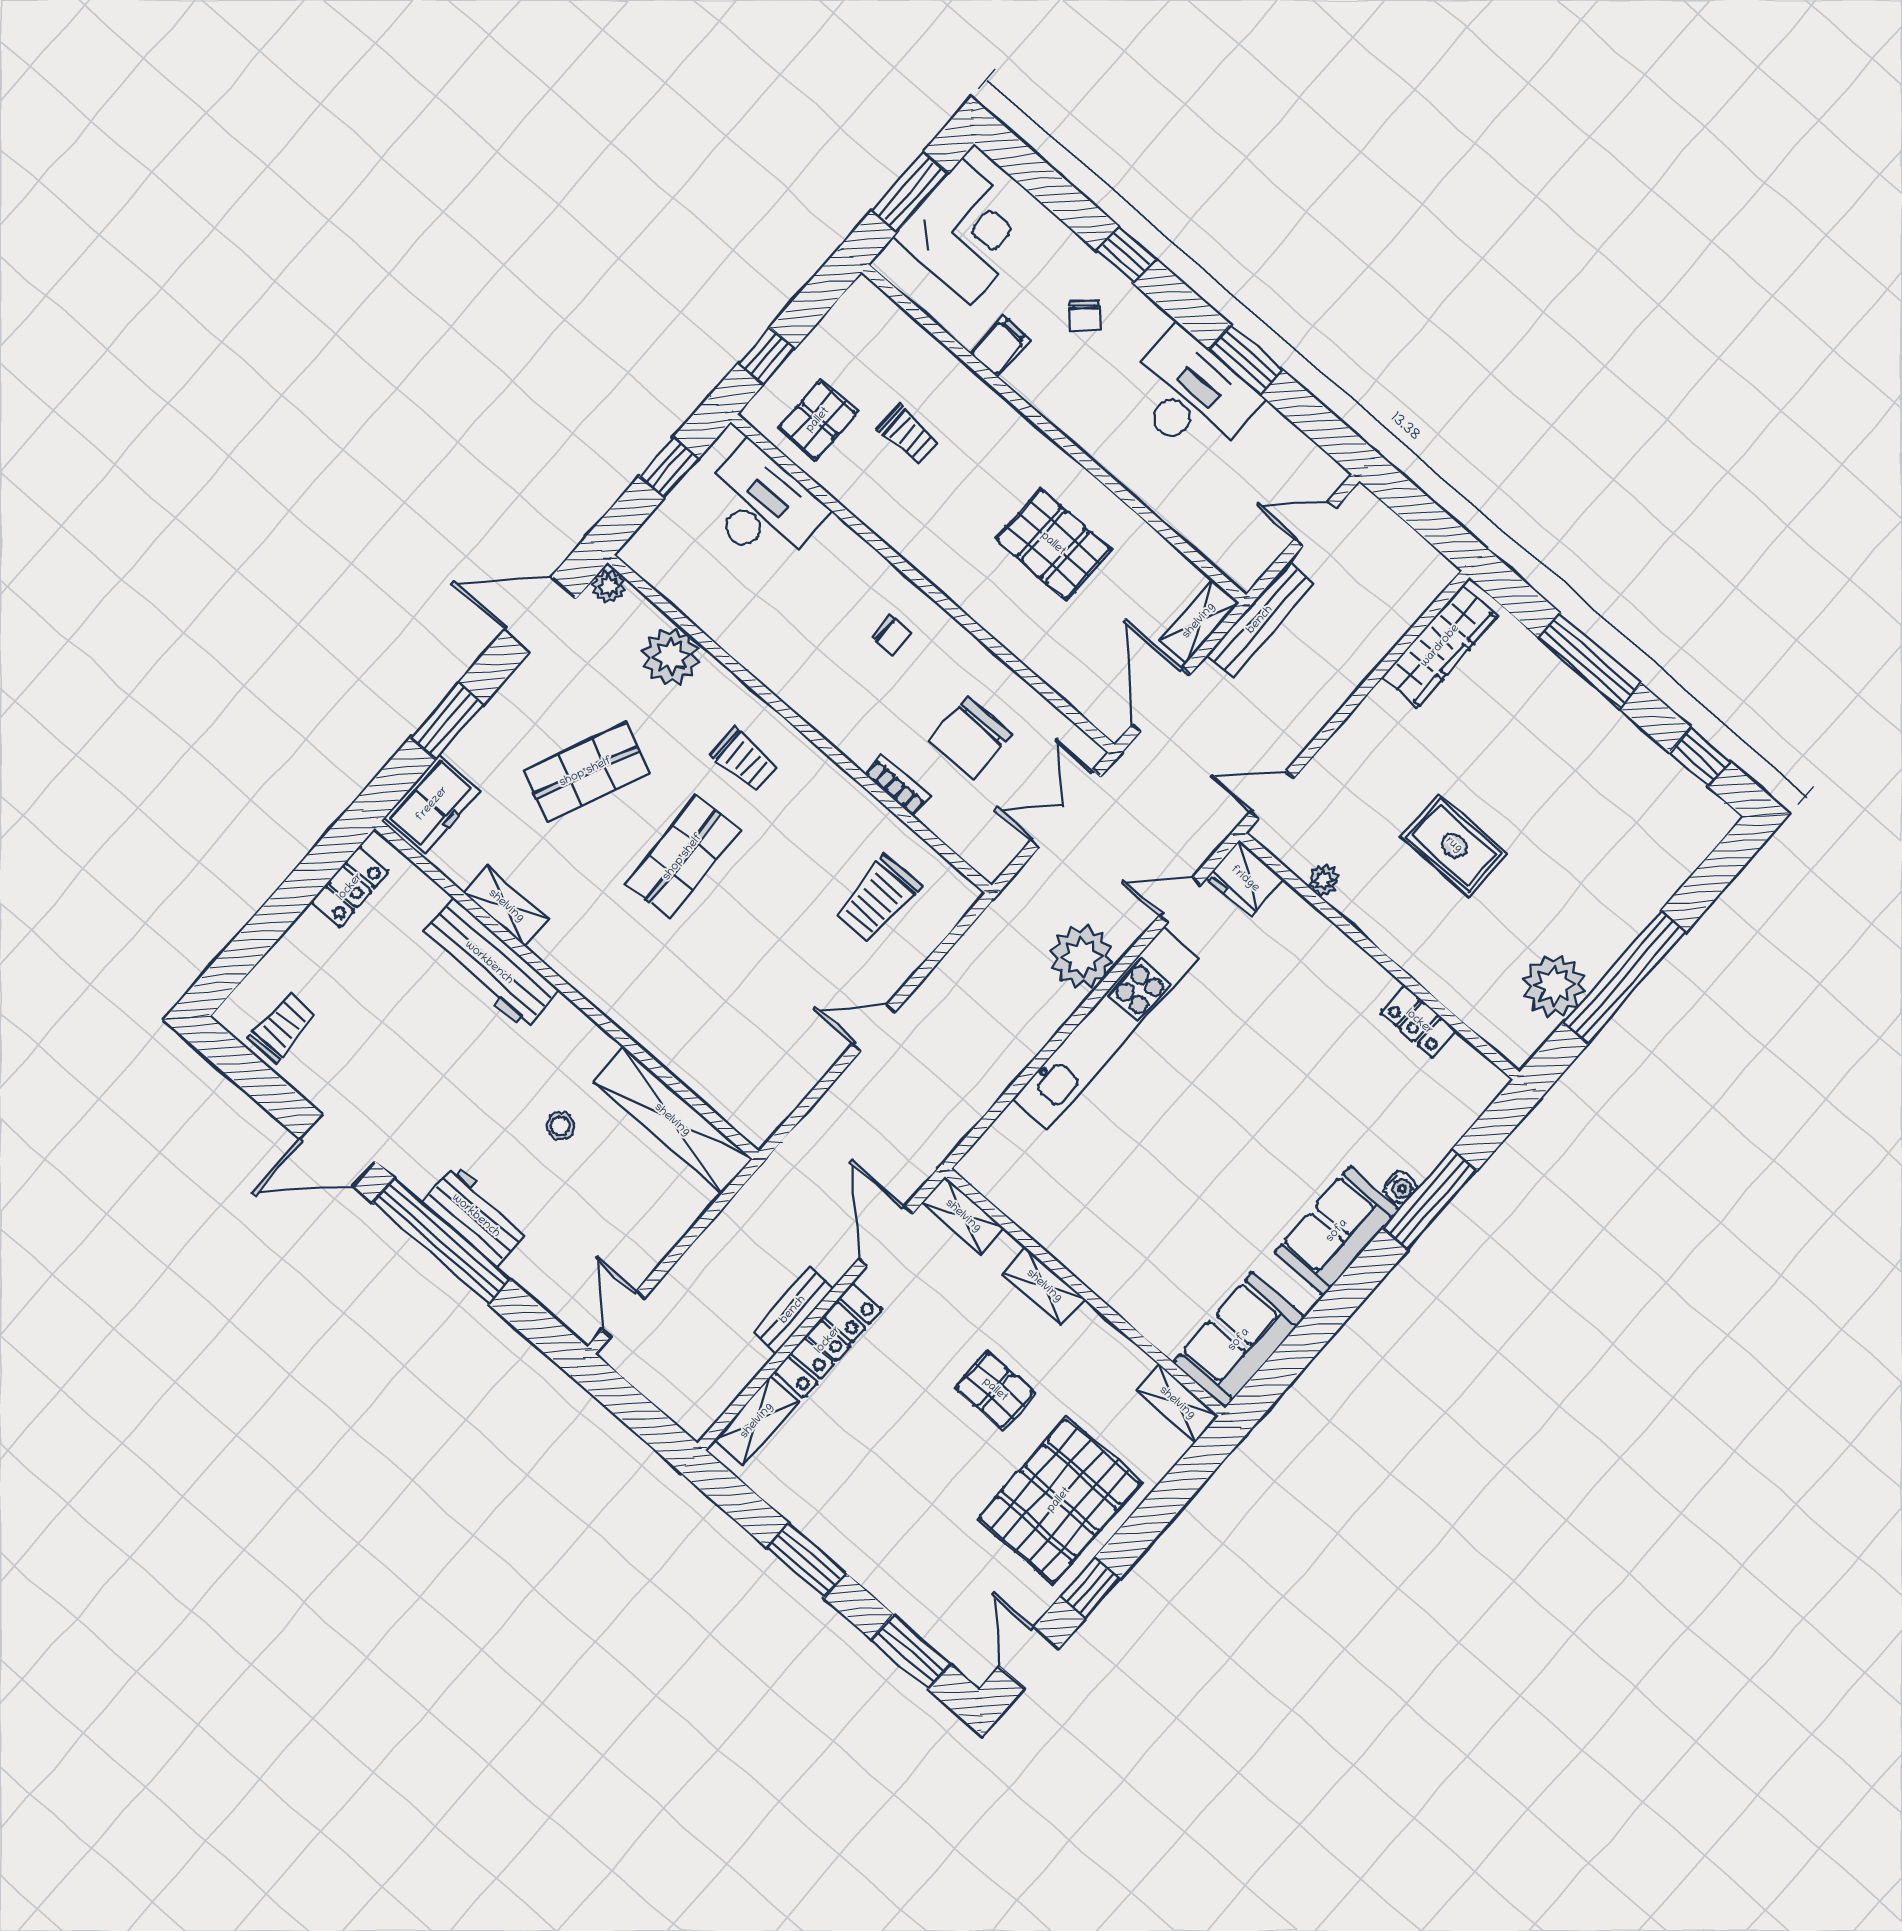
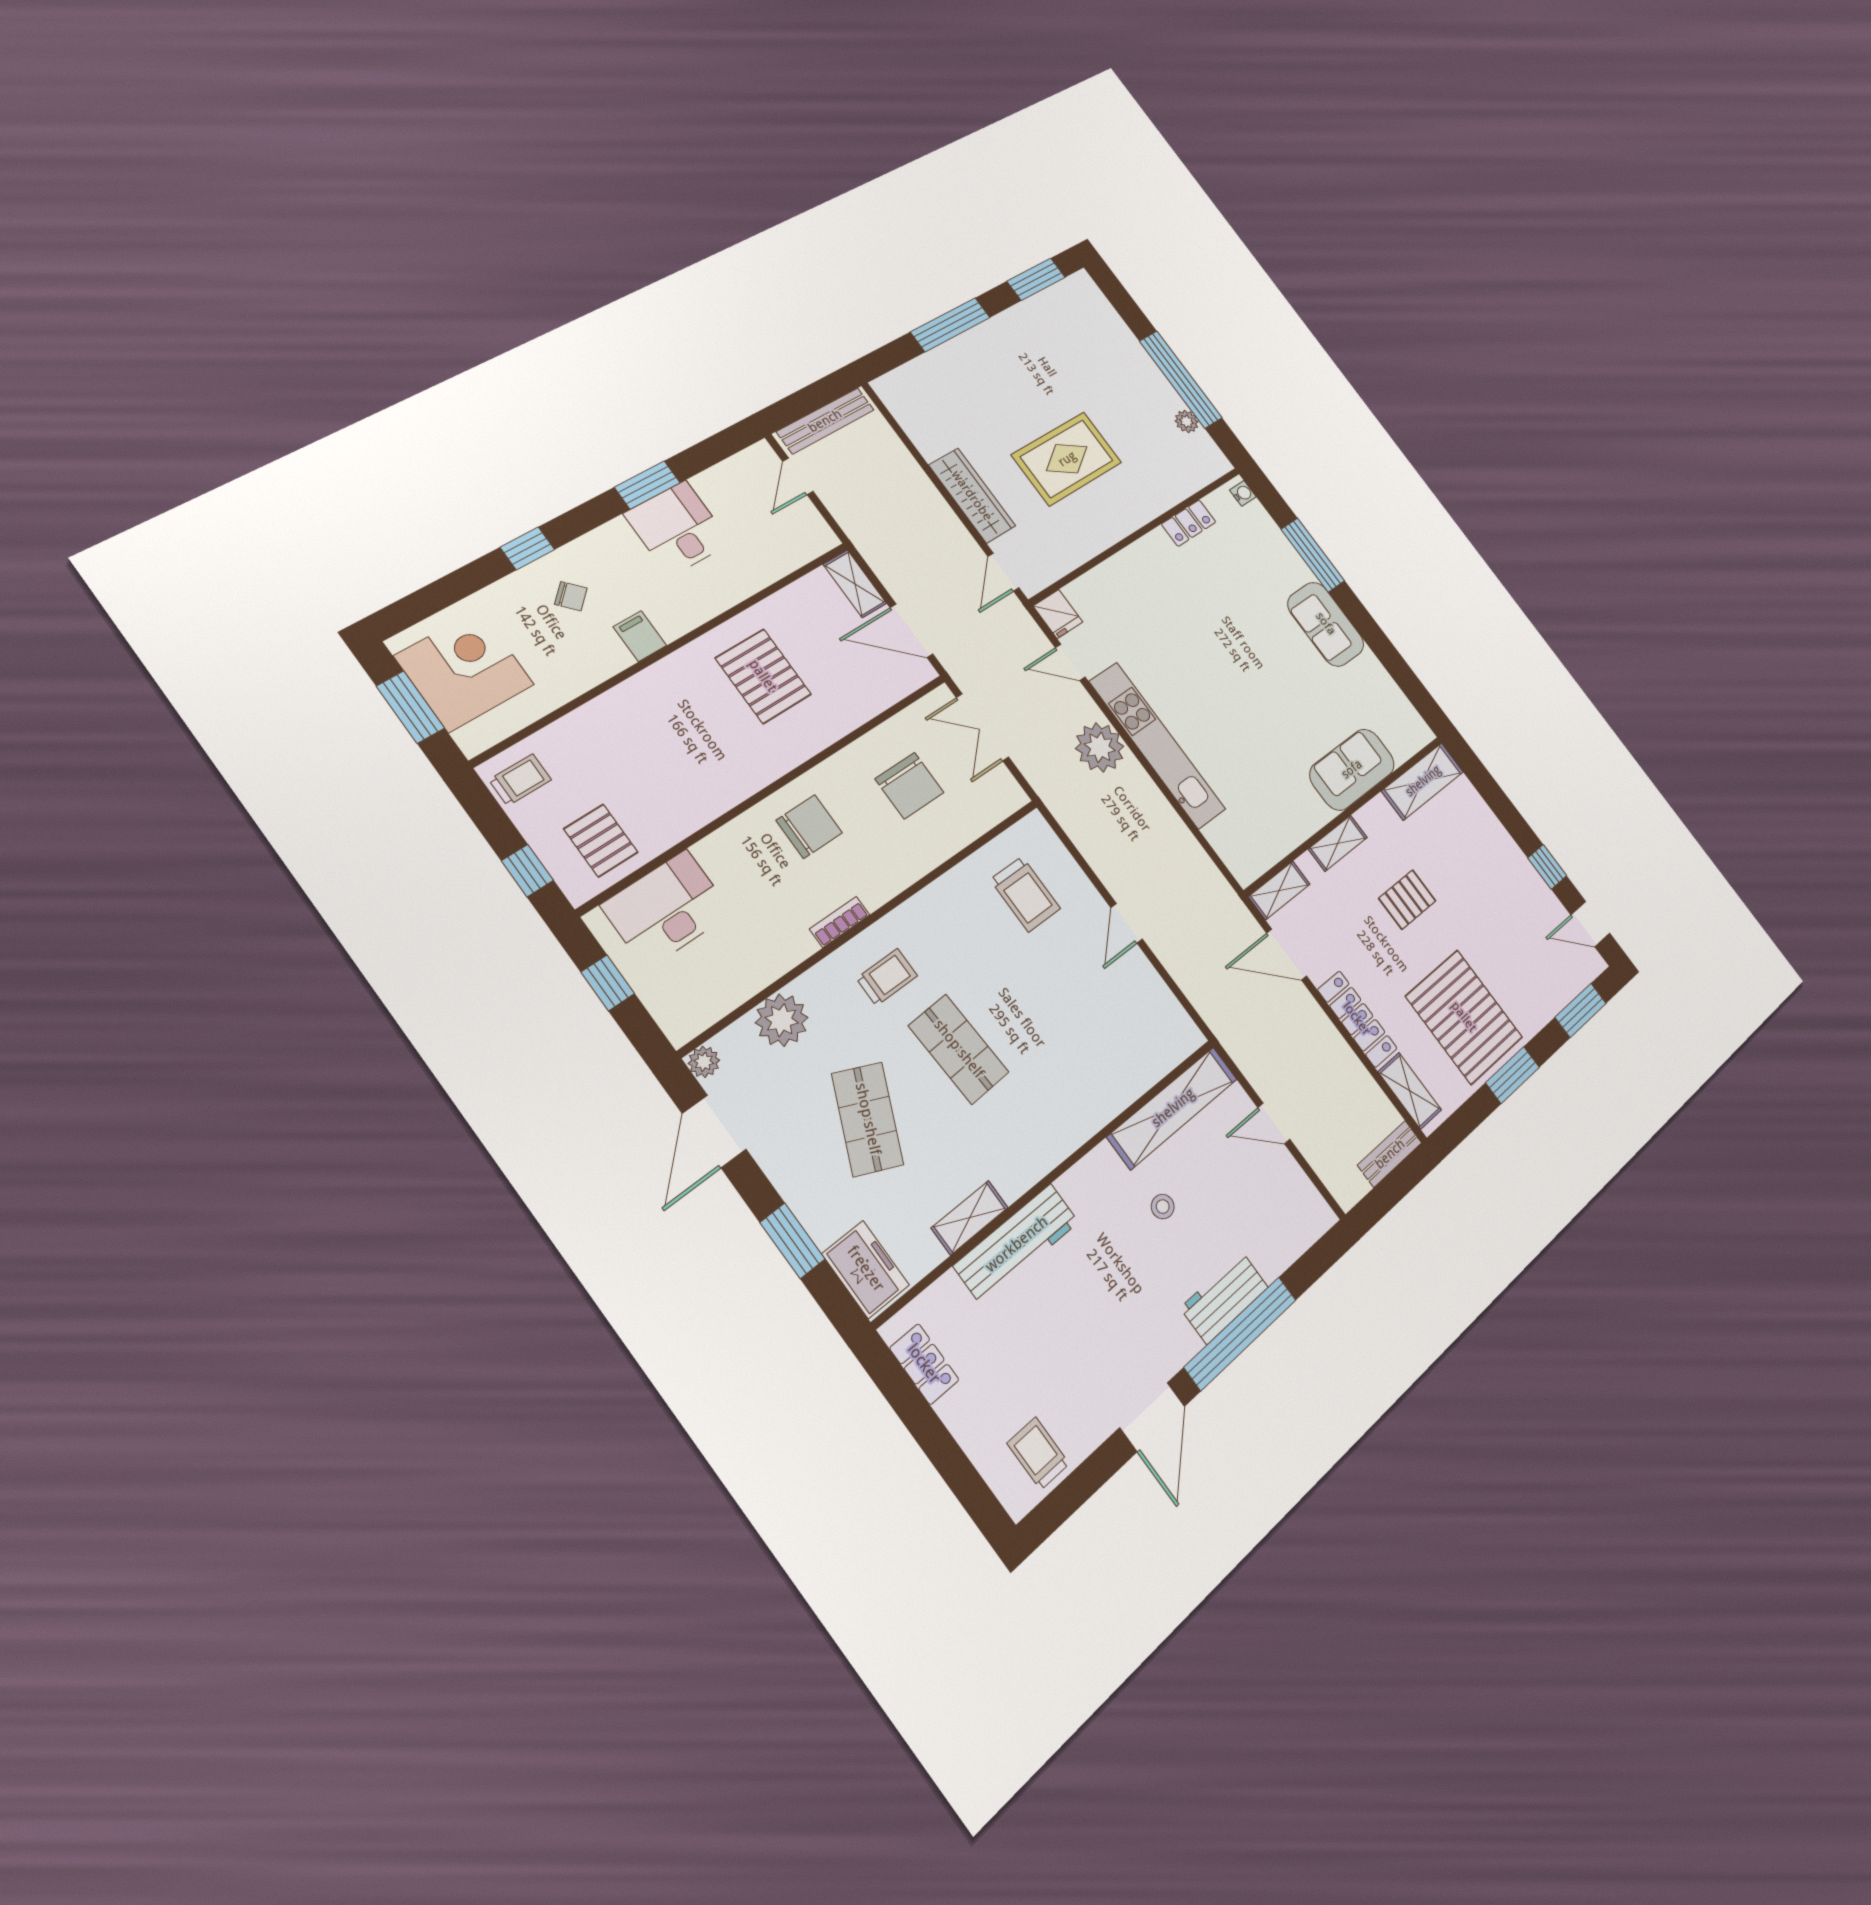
filing cabinet: (1000, 346) -> (640, 636), moved
desk: (1191, 395) -> (678, 528), width x0.73
trolley: (908, 435) -> (520, 780), moved
pallet: (1053, 544) -> (763, 676), turned 90
bench: (1260, 620) -> (825, 421), moved, turned 90
chair: (892, 636) -> (809, 827), width x1.87, depth x1.87
wardrobe: (1440, 646) -> (972, 496), moved
window: (1700, 757) -> (1036, 279), width x1.50
bookcase: (897, 785) -> (840, 922), moved
rug: (1454, 845) -> (1067, 459), width x1.36, depth x1.43
fridge: (1245, 879) -> (1058, 614), width x0.72
plant: (1324, 880) -> (1075, 556), removed
door: (1180, 900) -> (1070, 662), hinge flipped
plant: (1554, 985) -> (1187, 421), width x0.53, depth x0.53
water cooler: (1400, 1187) -> (1243, 493), moved
bench: (793, 1310) -> (1390, 1154), moved, turned 90
door: (624, 1314) -> (1274, 1123), moved
sofa: (1239, 1340) -> (1352, 769), moved, turned 90
shelving: (1177, 1403) -> (1423, 781), width x1.50, depth x1.33
pallet: (1059, 1500) -> (1464, 1017), moved

